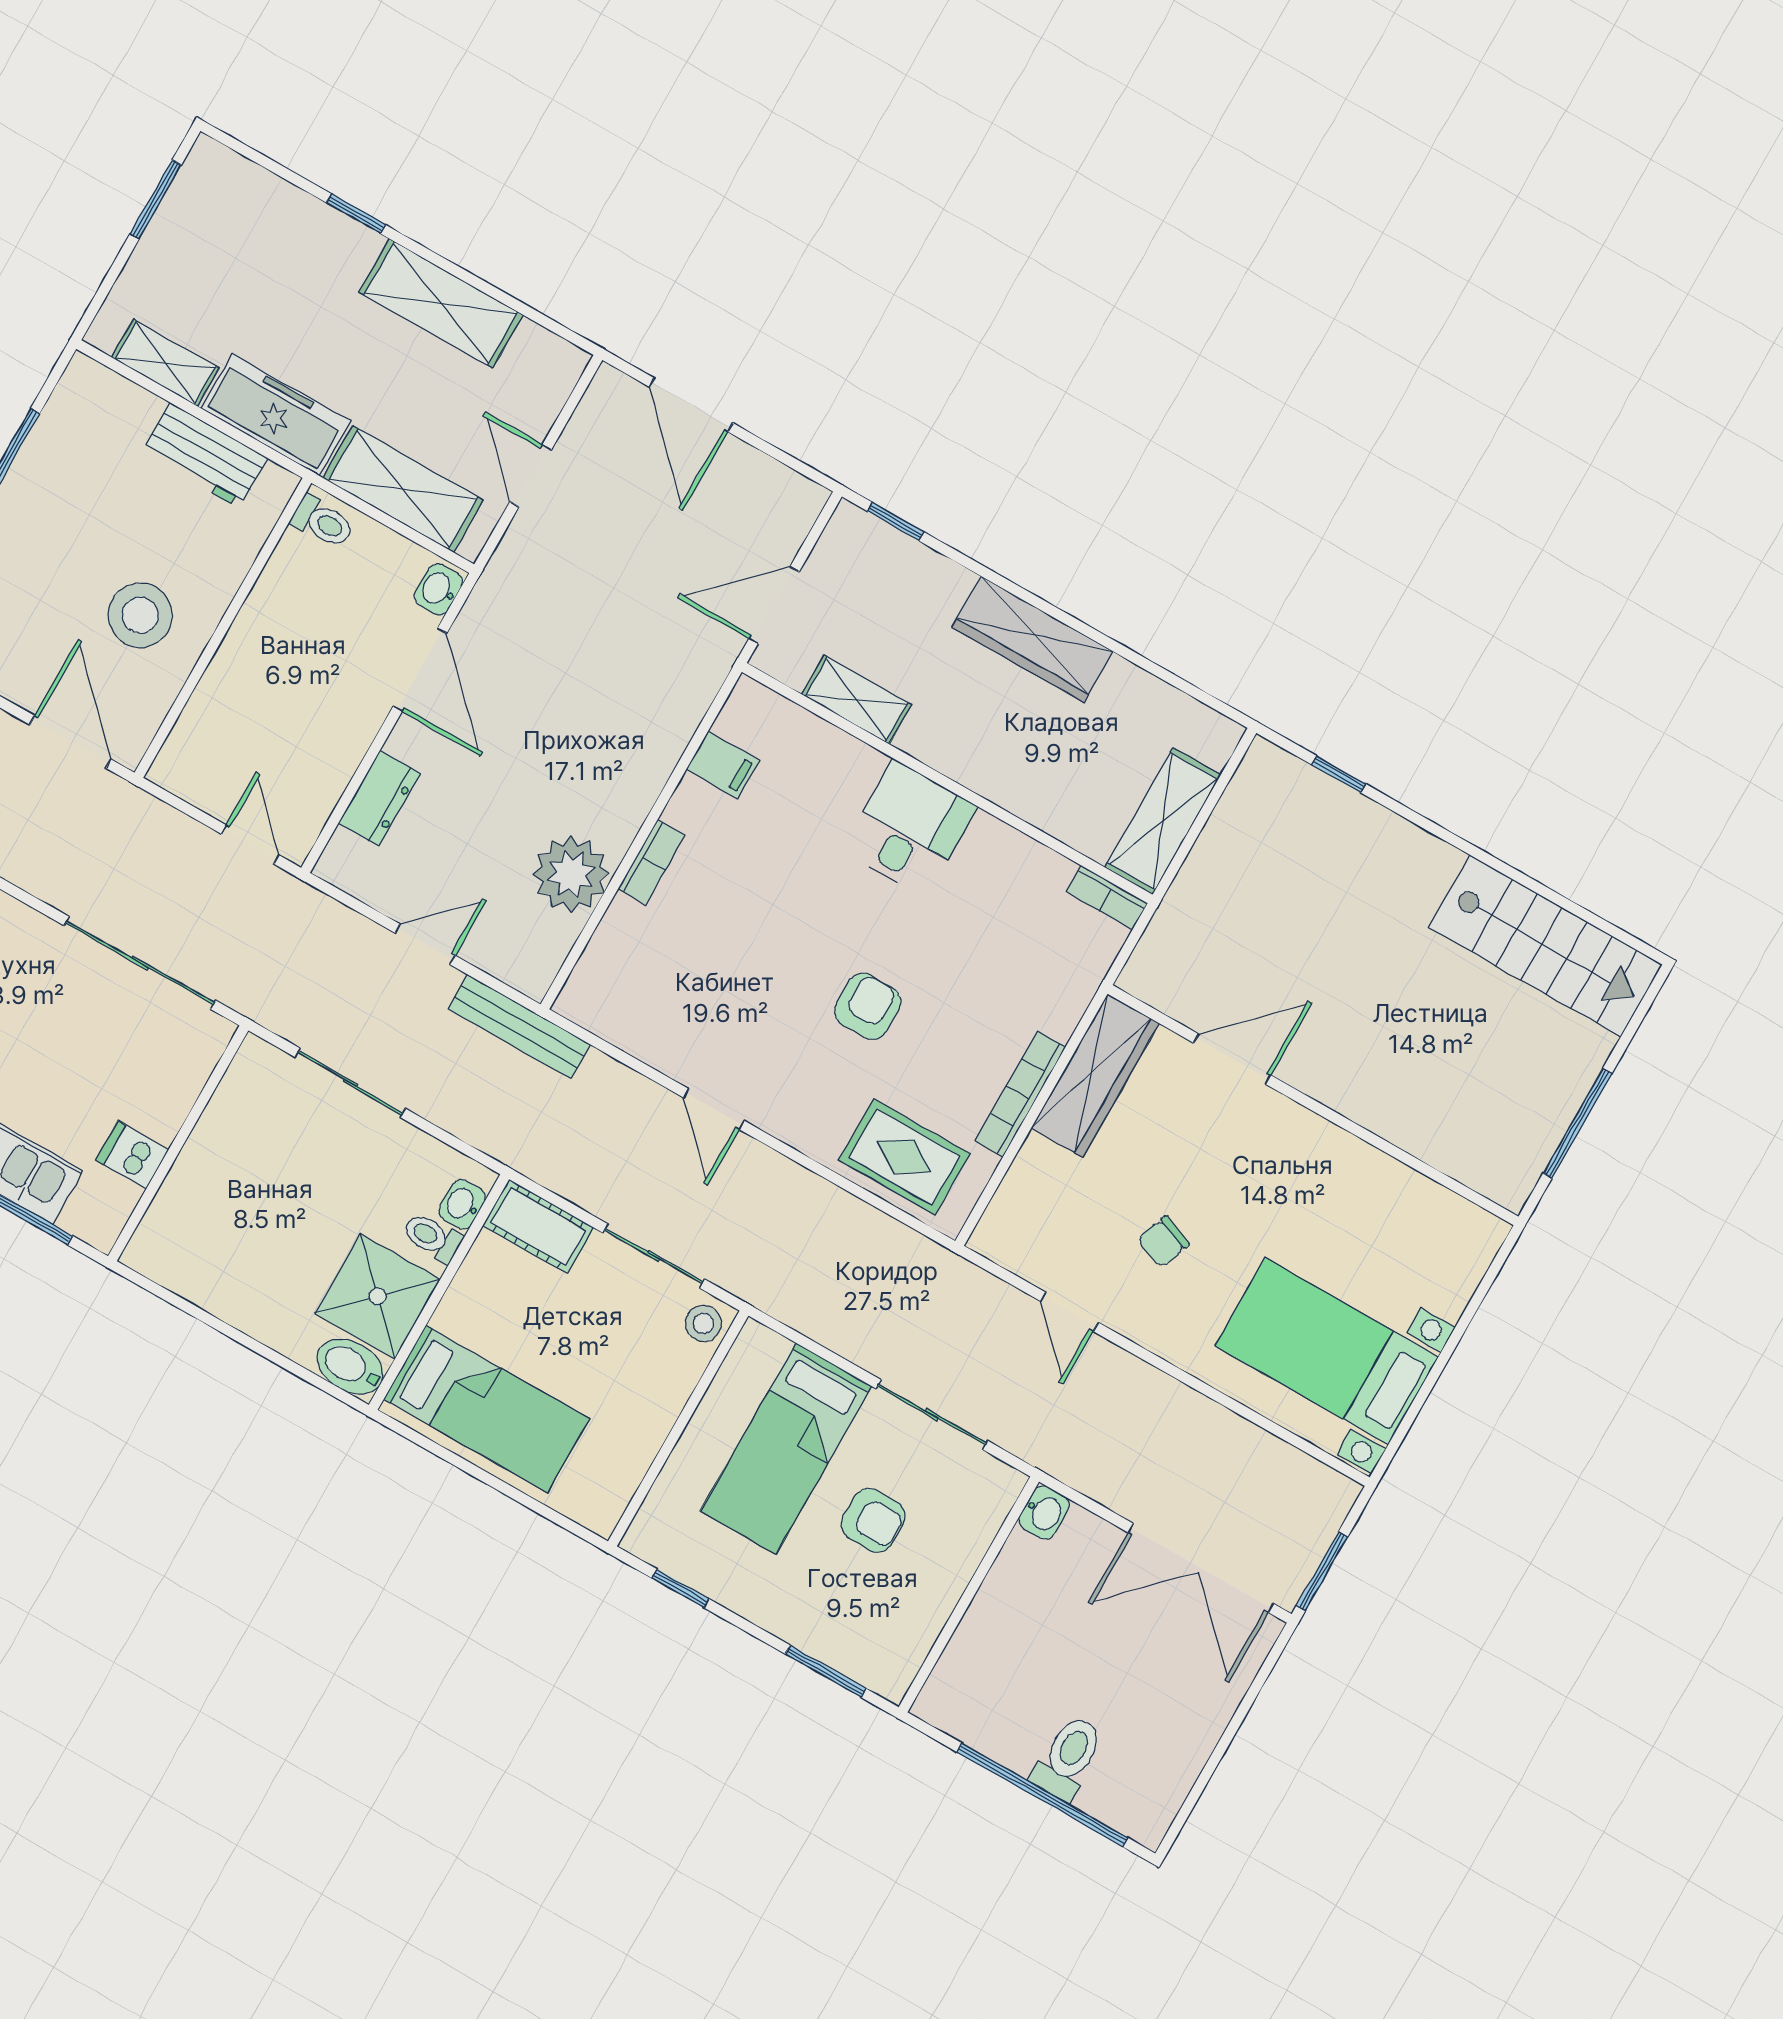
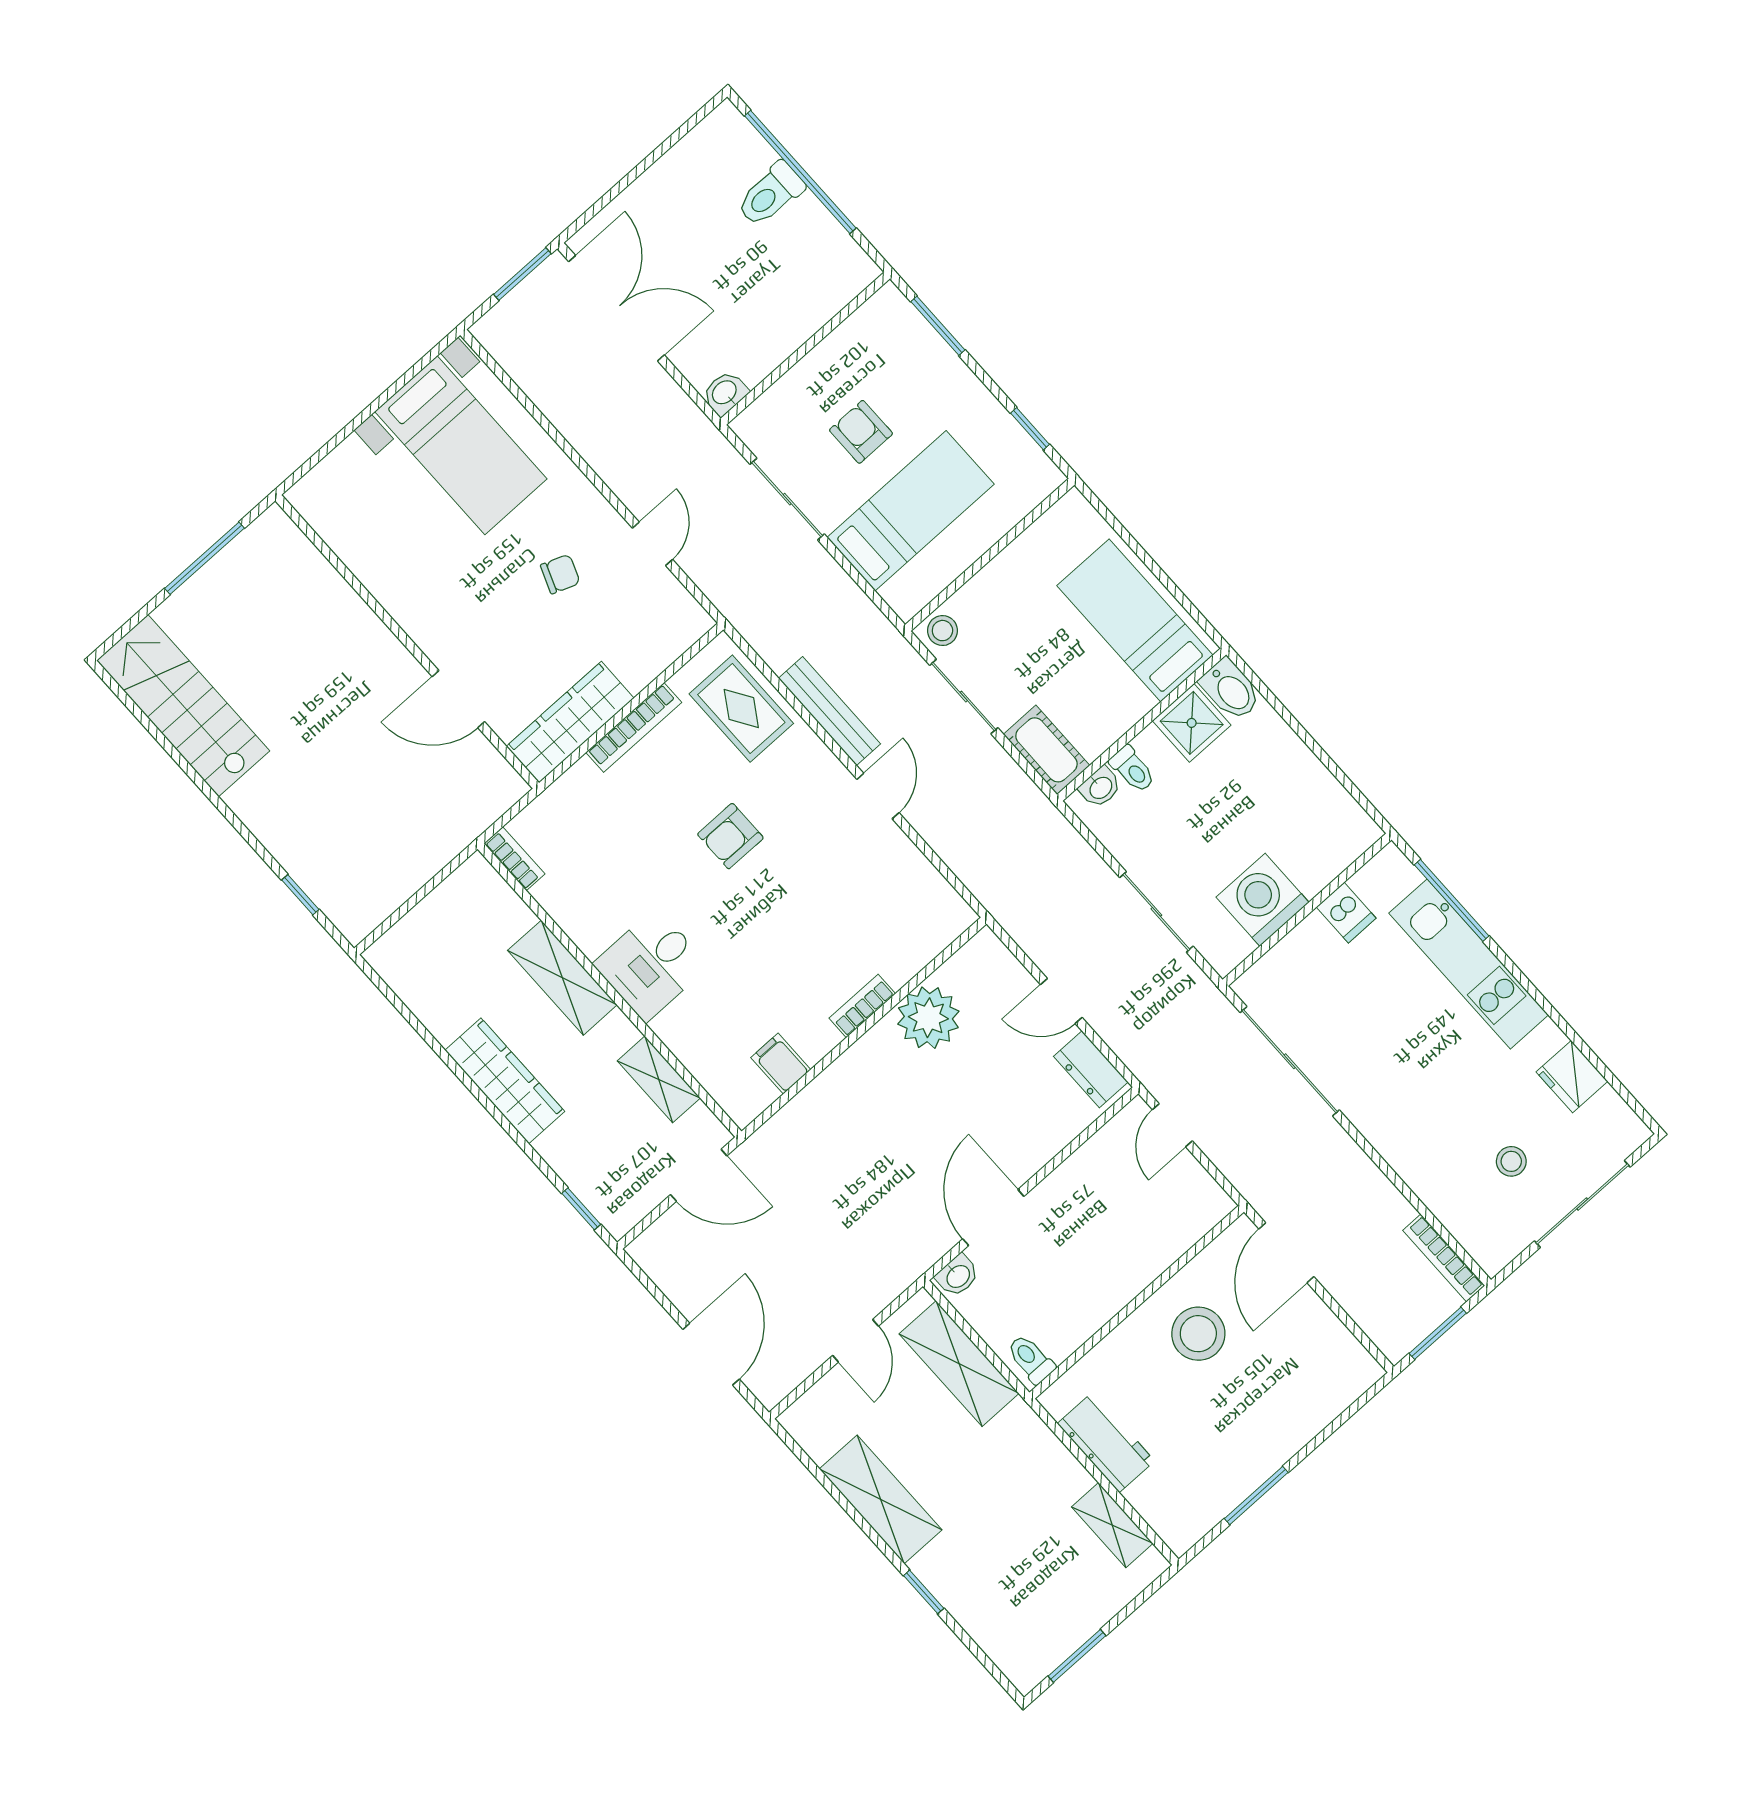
freezer: (276, 415) -> (1039, 1455), removed
dresser: (379, 798) -> (1091, 1069), moved, turned -90
shelving: (1163, 821) -> (562, 978), moved, turned 90
bench: (519, 1026) -> (829, 711), moved
washing machine: (233, 1138) -> (1263, 900), added
shower: (378, 1296) -> (1192, 723), width x0.73, depth x0.73

